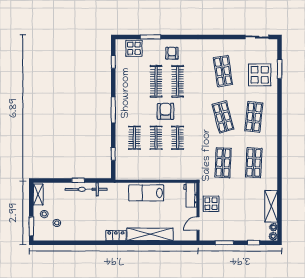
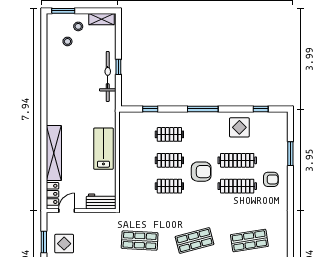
display table: (134, 48) -> (239, 127), moved
display table: (211, 204) -> (64, 244), moved
door: (198, 224) -> (67, 211), hinge flipped
locker: (116, 235) -> (52, 194), moved

